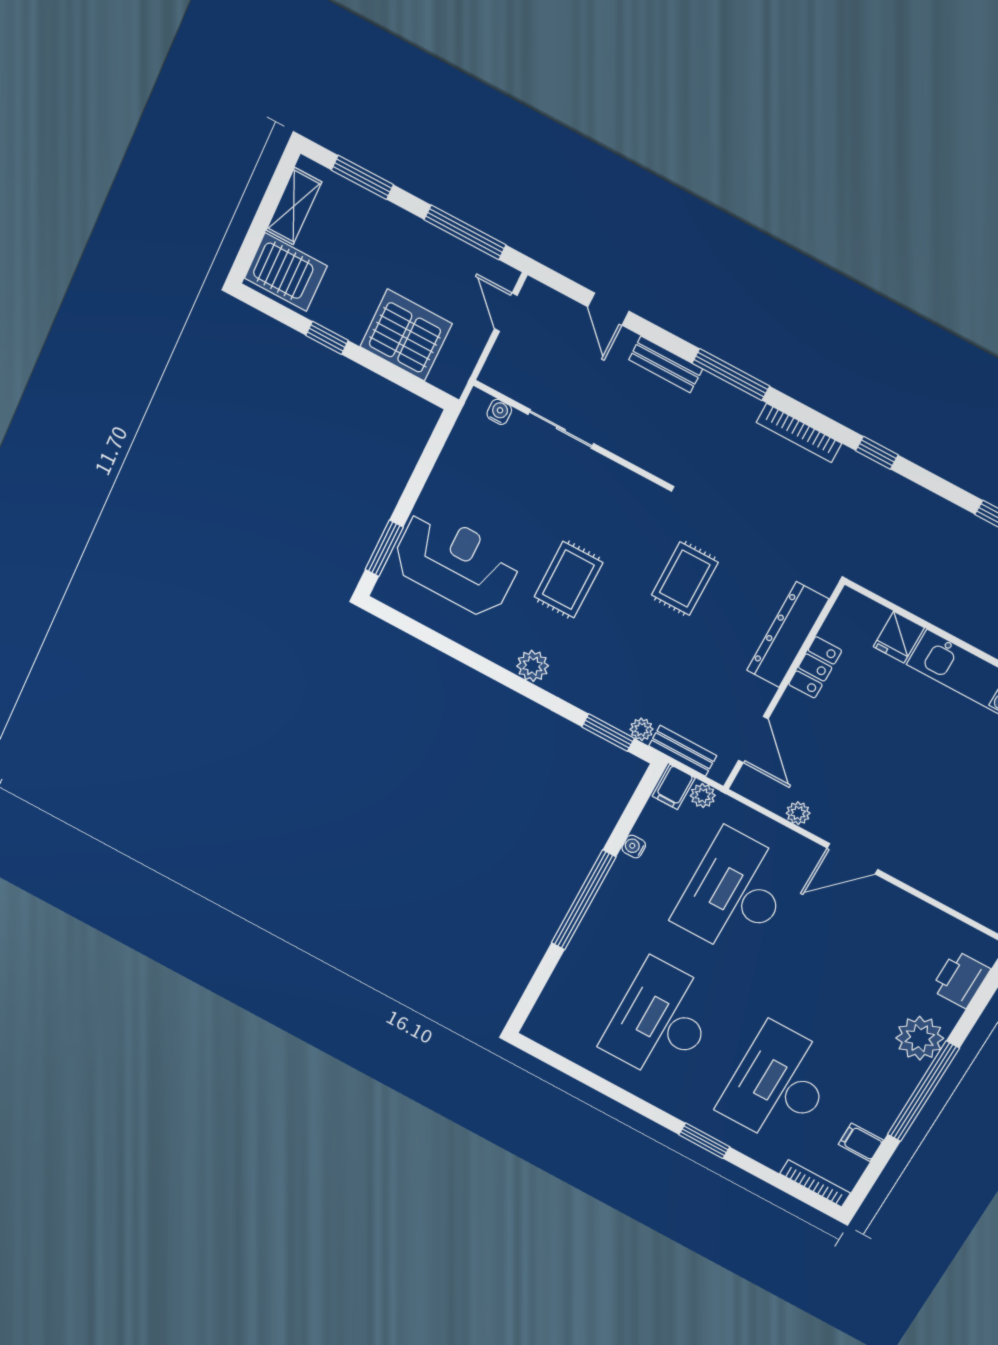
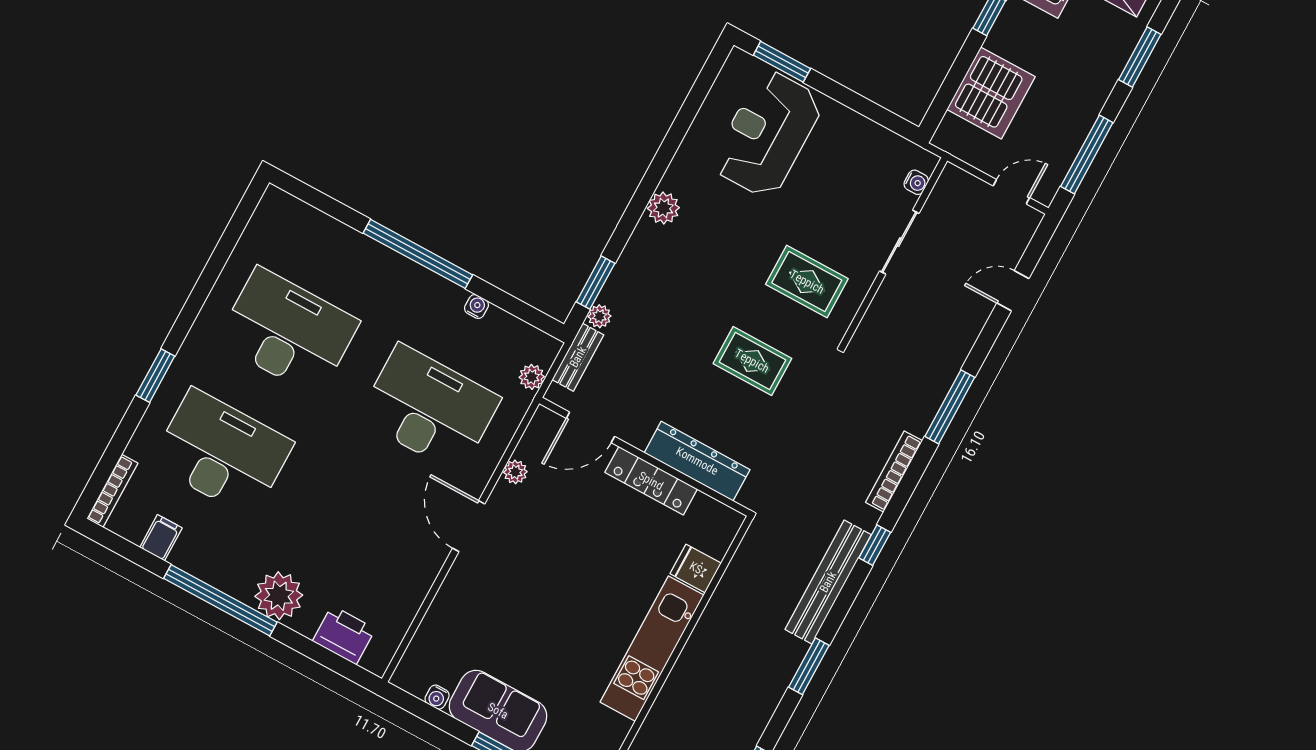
bench: (666, 364) -> (828, 582), moved, width x1.86, depth x1.21
reception desk: (456, 563) -> (767, 134), turned 180
rug: (568, 580) -> (807, 282), moved
locker: (815, 667) -> (651, 481), width x1.53
filing cabinet: (674, 787) -> (540, 348), removed

